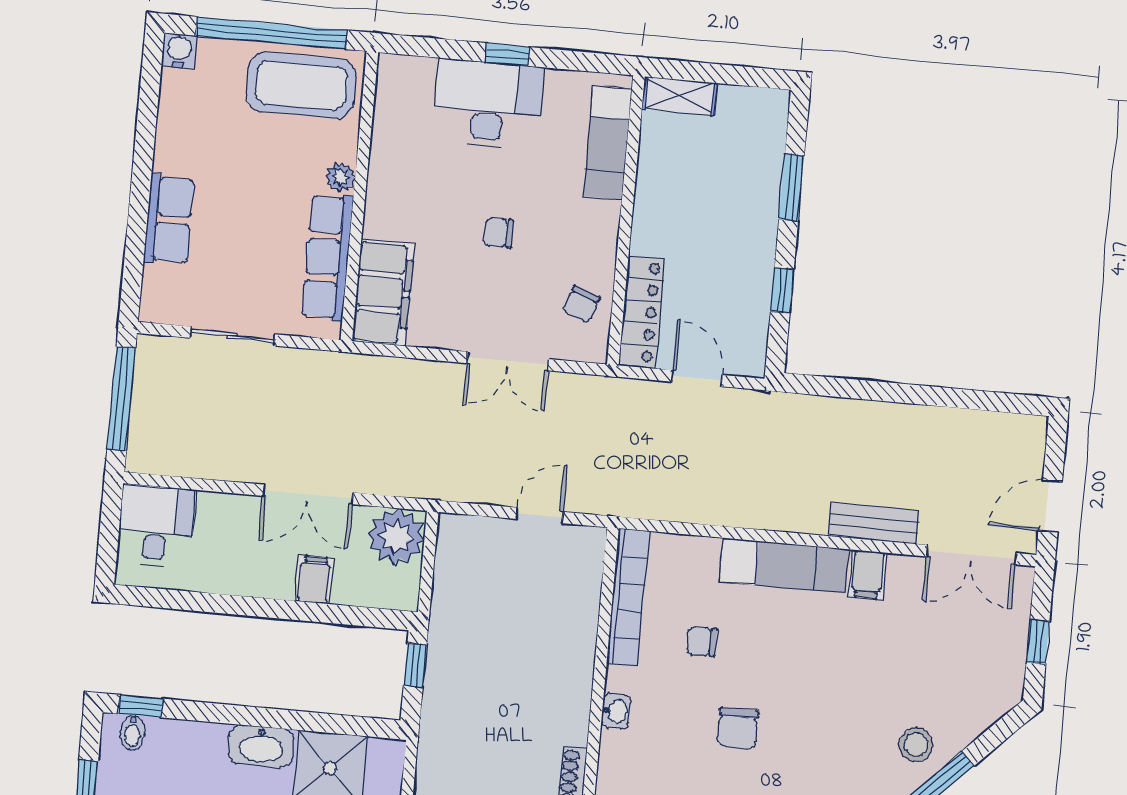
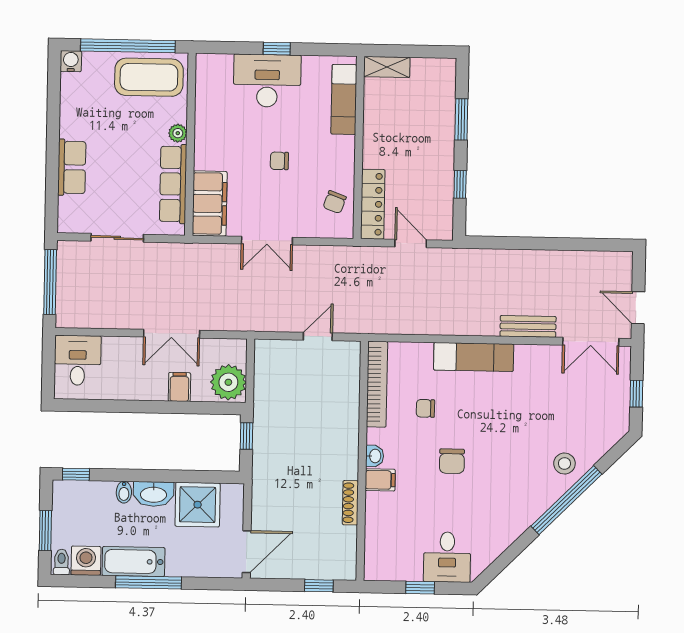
double door: (508, 361) -> (267, 241), moved
door: (1050, 506) -> (638, 308), hinge flipped
plant: (396, 537) -> (228, 382), moved
filing cabinet: (868, 574) -> (380, 480), moved, turned -90
bidet: (132, 733) -> (124, 492), moved

